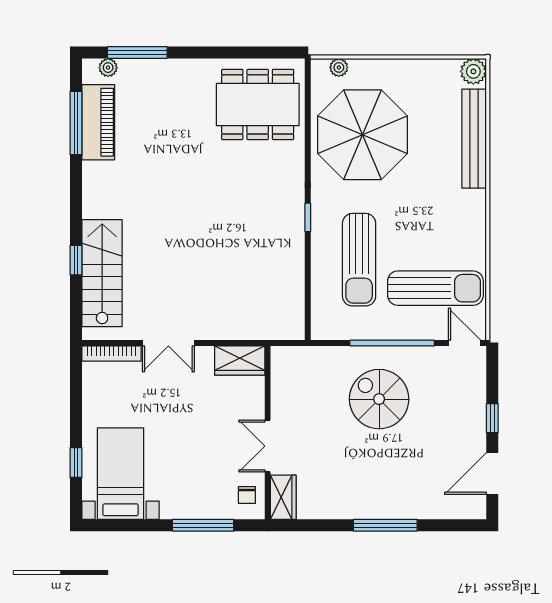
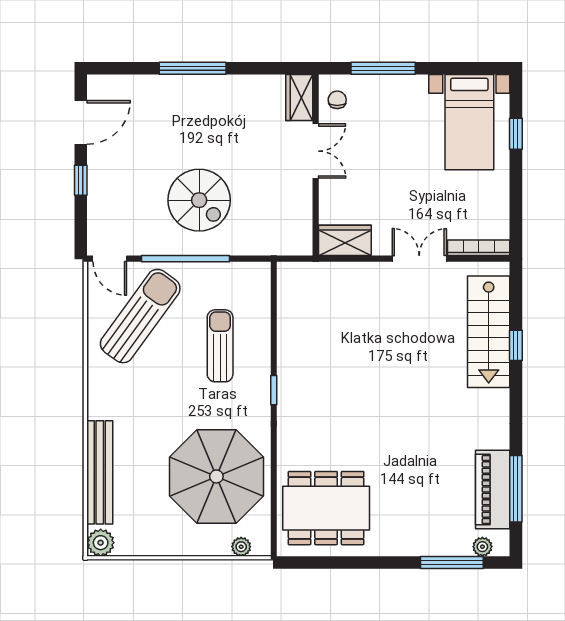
sun lounger: (359, 260) -> (220, 346), width x0.73, depth x0.75
sun lounger: (435, 288) -> (140, 316), turned 126

